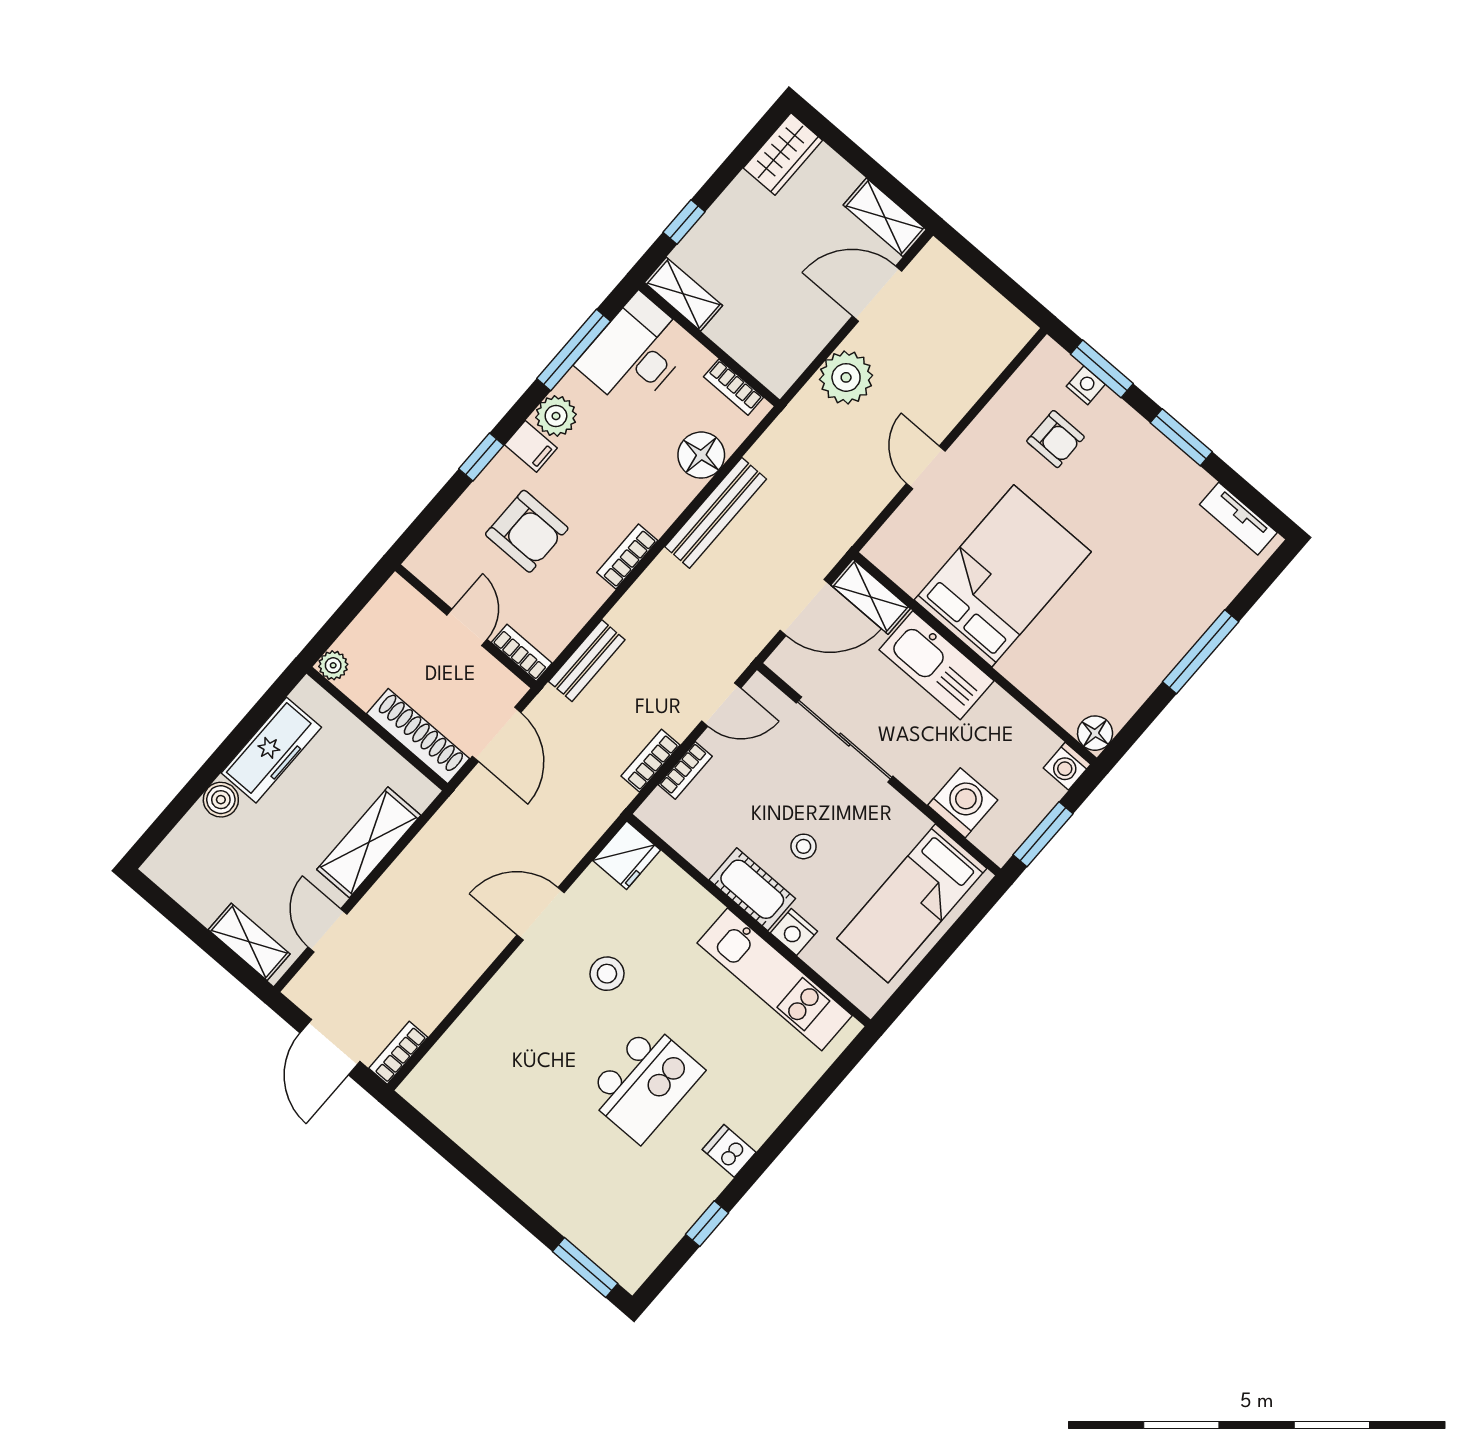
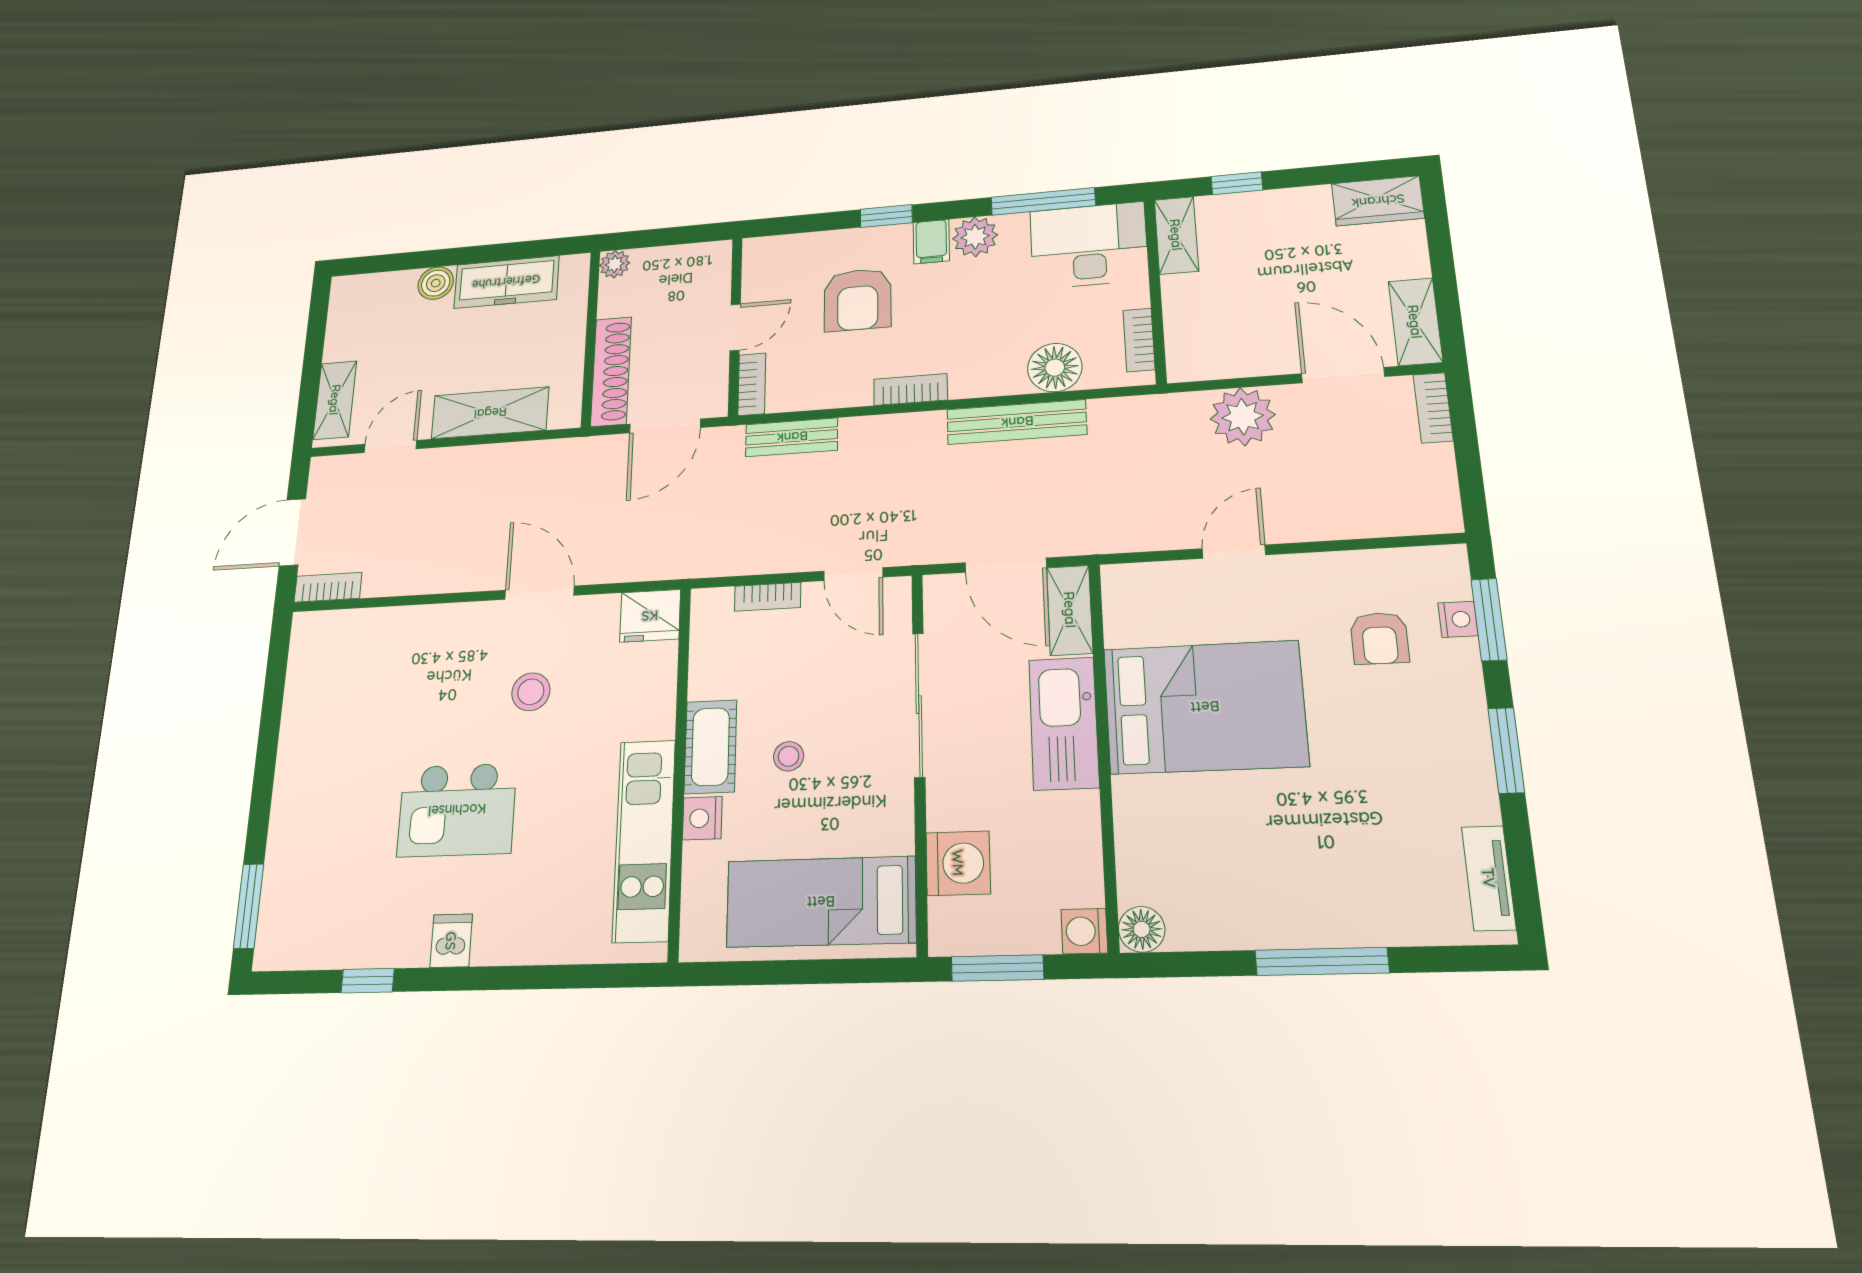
bookcase: (651, 761) -> (1433, 408), moved, turned -90

